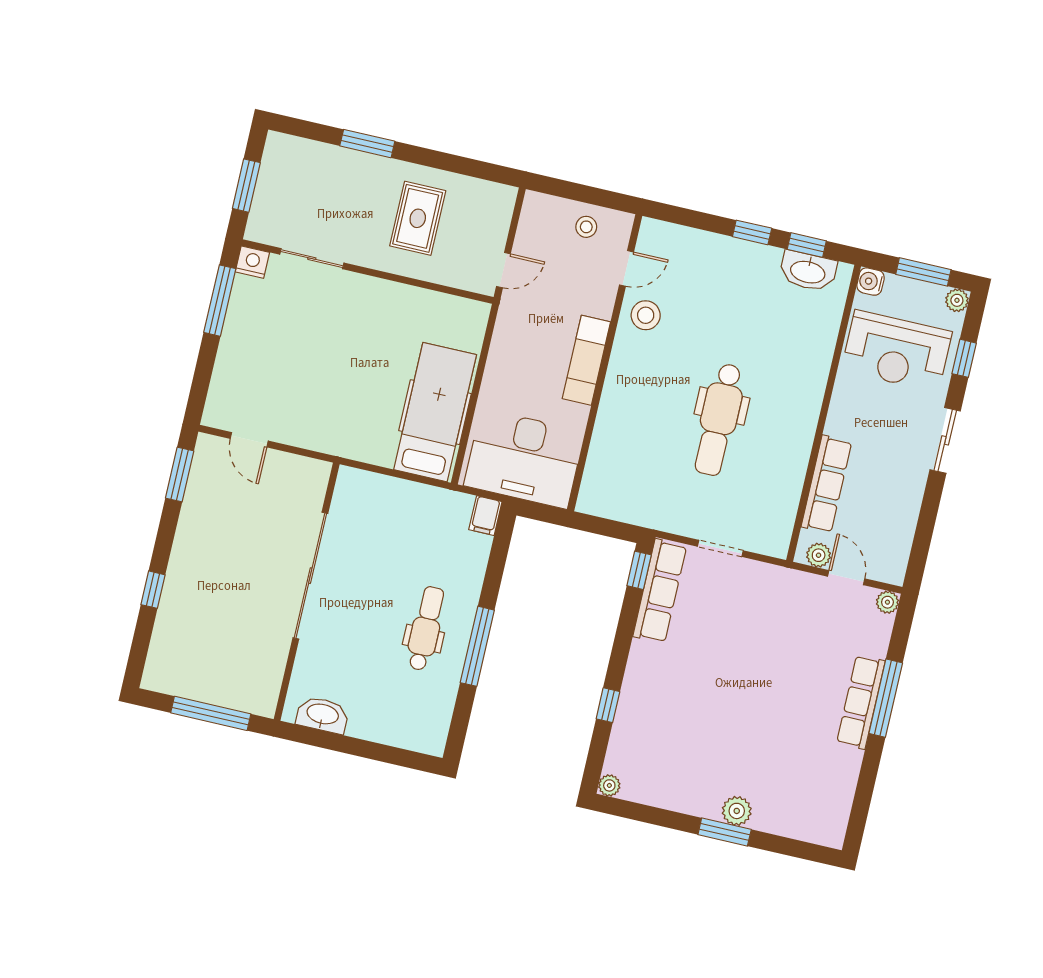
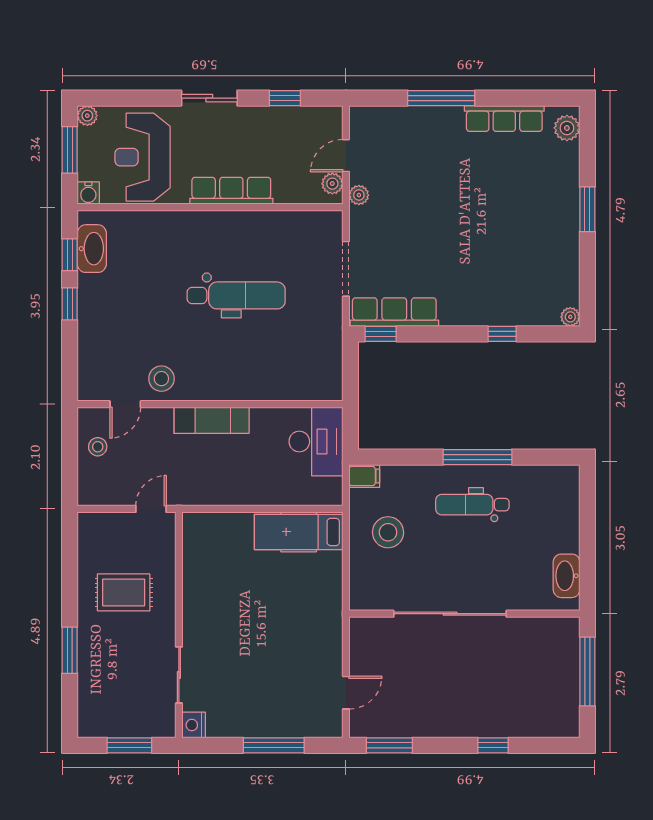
door: (626, 268) -> (125, 404), swing flipped
door: (503, 270) -> (151, 509), hinge flipped
window: (220, 301) -> (274, 745), moved
reception desk: (897, 351) -> (143, 157), turned 180
window: (964, 358) -> (285, 98), moved
hospital bed: (435, 412) -> (299, 532), width x0.73, depth x0.78
desk: (524, 459) -> (316, 442), width x0.73, depth x0.77
row of seats: (826, 484) -> (231, 191), moved
stool: (417, 528) -> (388, 532), added
doorway: (720, 548) -> (346, 269), width x1.38
plant: (887, 602) -> (359, 195), moved
row of seats: (861, 702) -> (504, 118), moved
plant: (737, 811) -> (567, 128), moved

